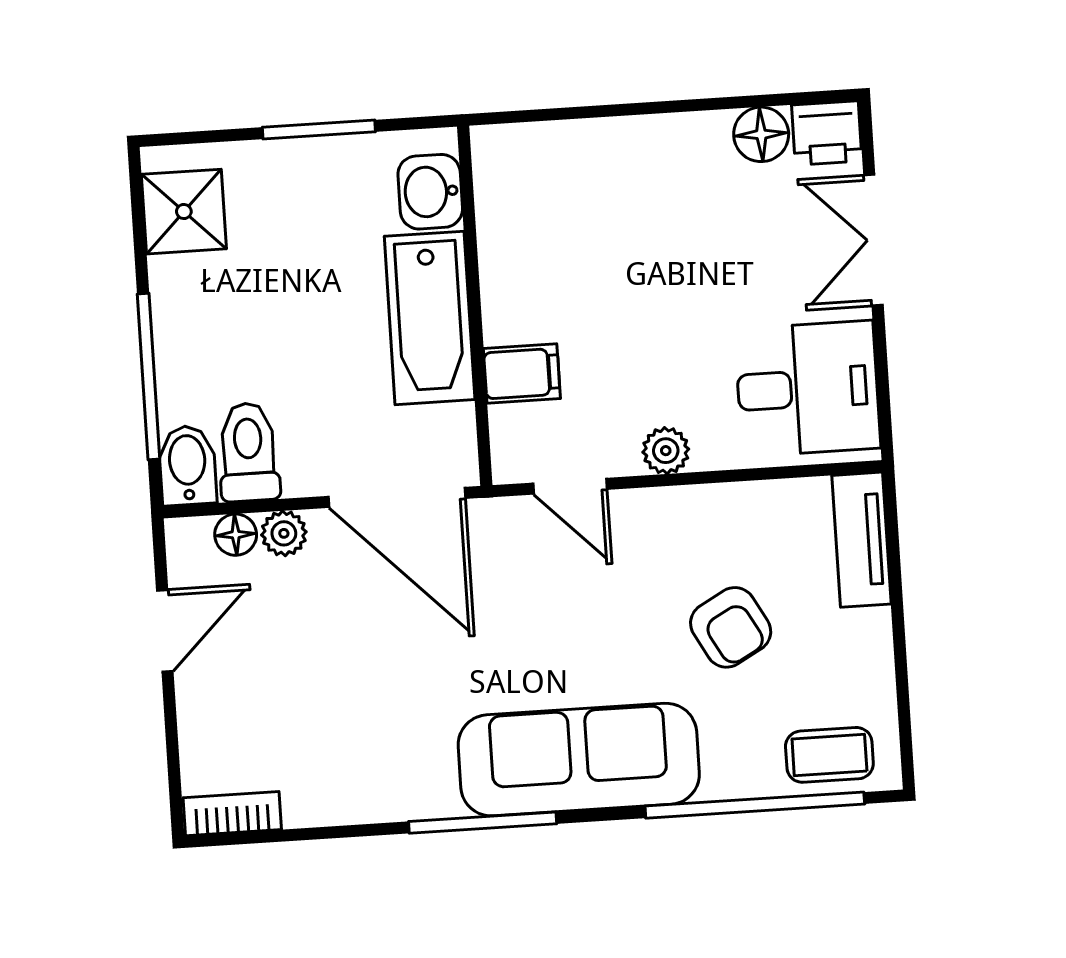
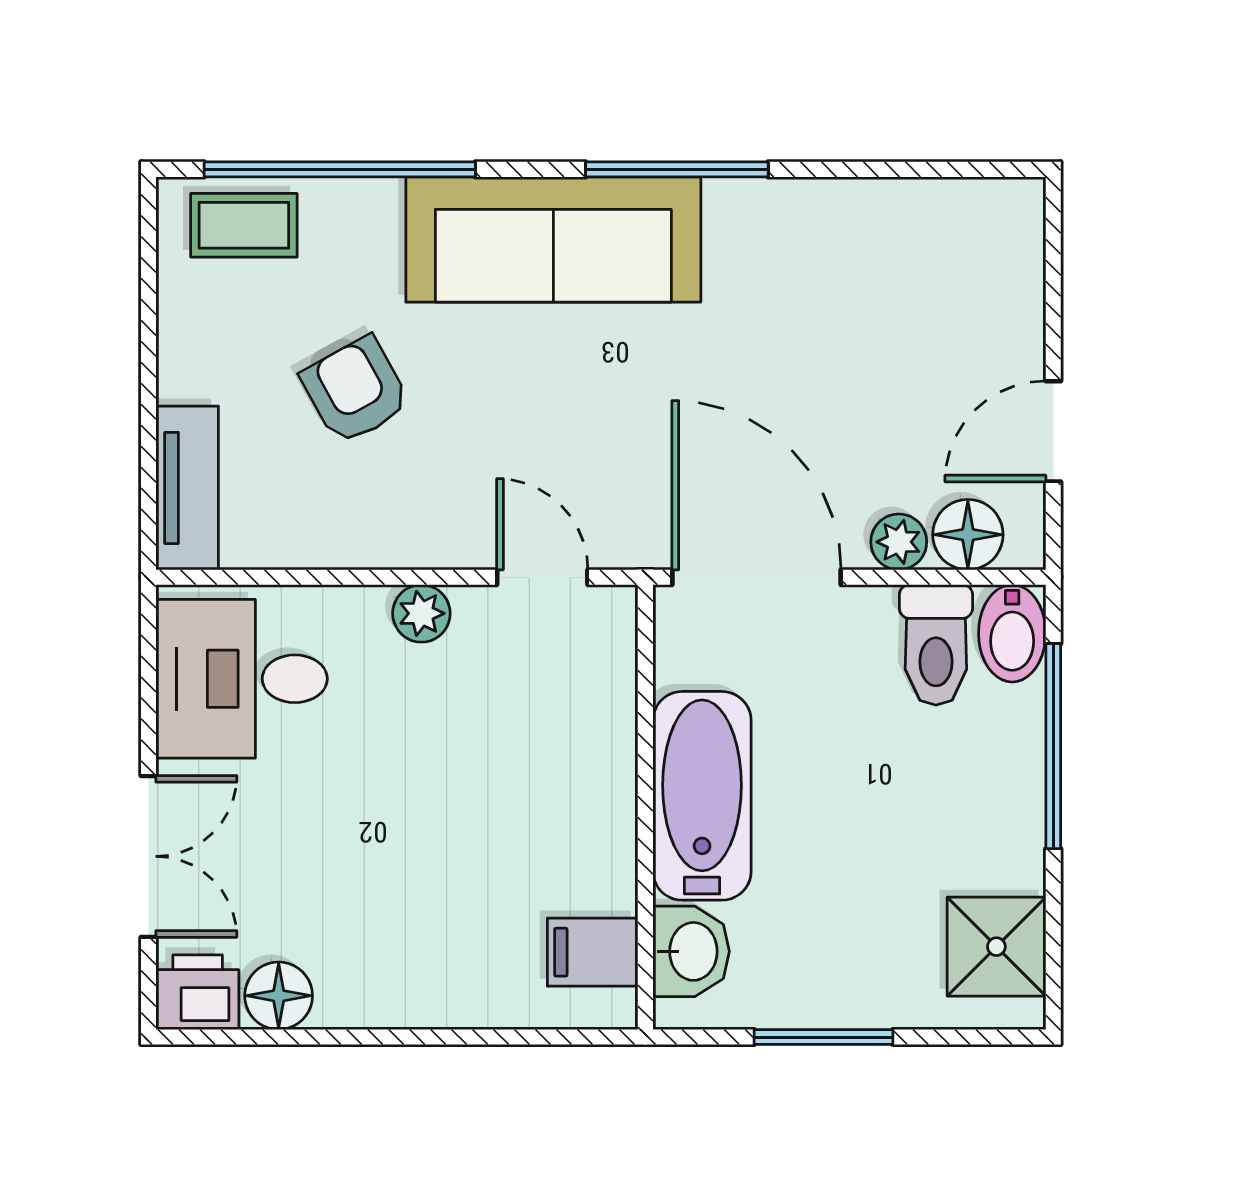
filing cabinet: (522, 374) -> (593, 952), moved
floor lamp: (236, 535) -> (968, 535), width x1.37, depth x1.37
bookcase: (232, 814) -> (985, 200), removed

